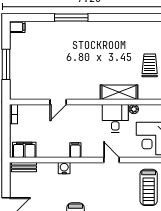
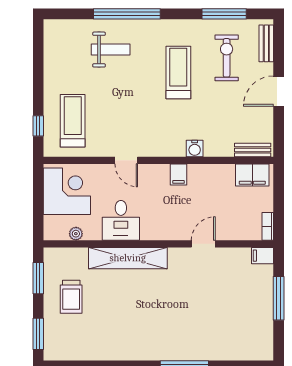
filing cabinet: (17, 27) -> (262, 256), moved
shelving: (119, 92) -> (128, 258), width x1.47
plant: (134, 109) -> (76, 234), moved

